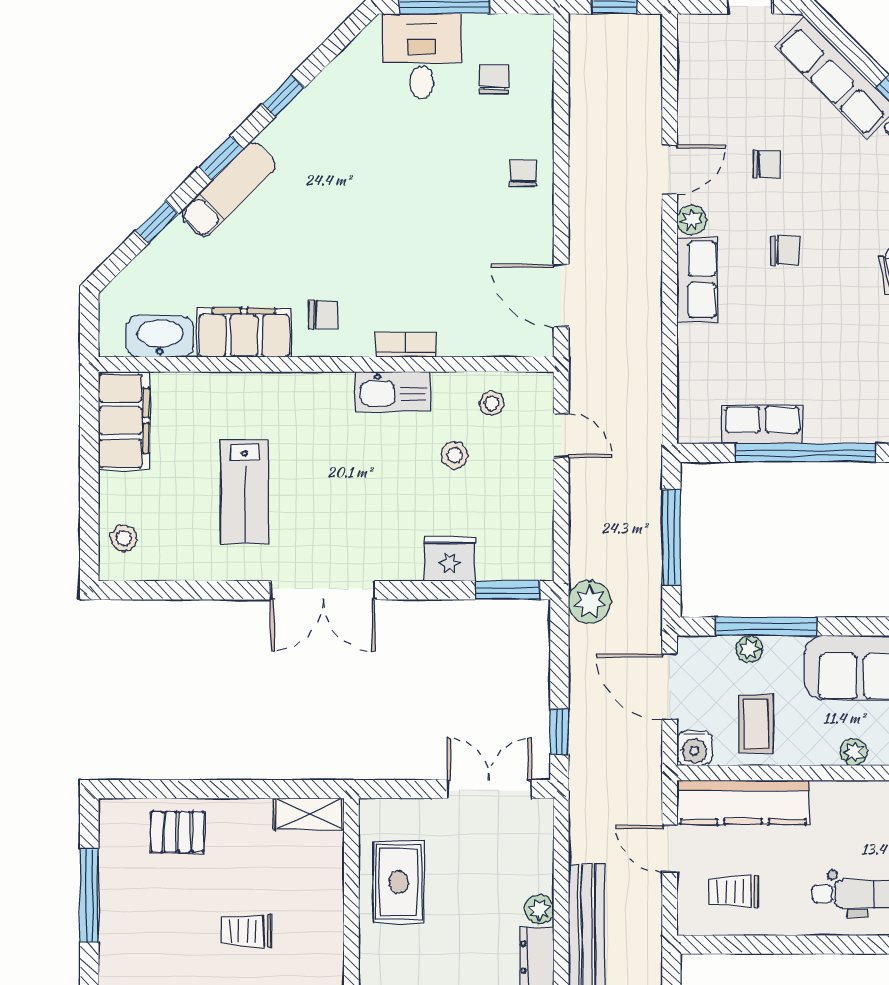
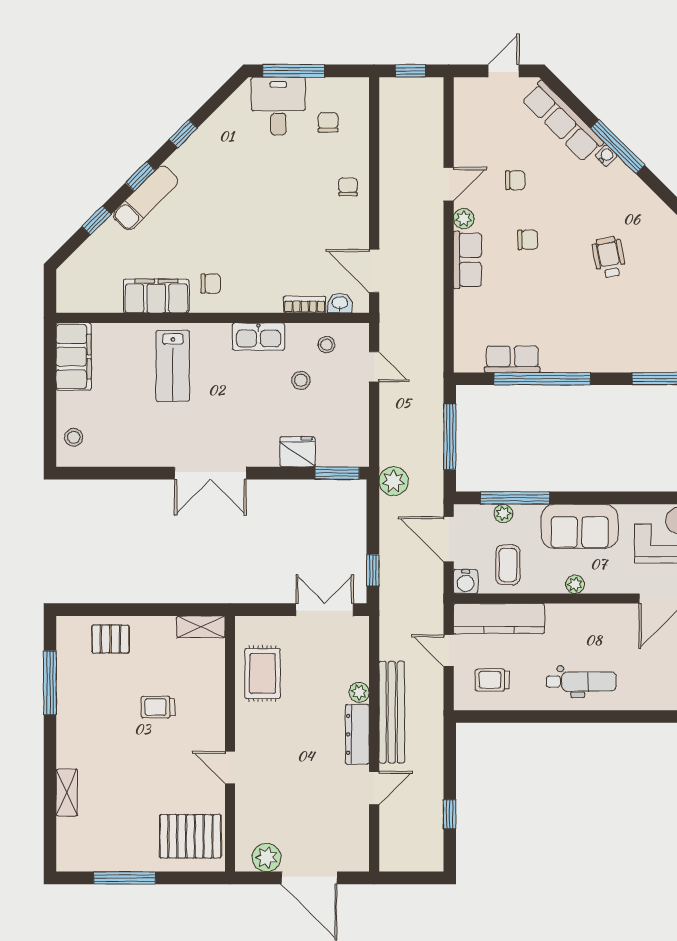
washbasin: (160, 336) -> (340, 303), moved, width x0.52, depth x0.69
bookcase: (406, 345) -> (305, 304), moved
lab bench: (245, 492) -> (173, 366), moved

